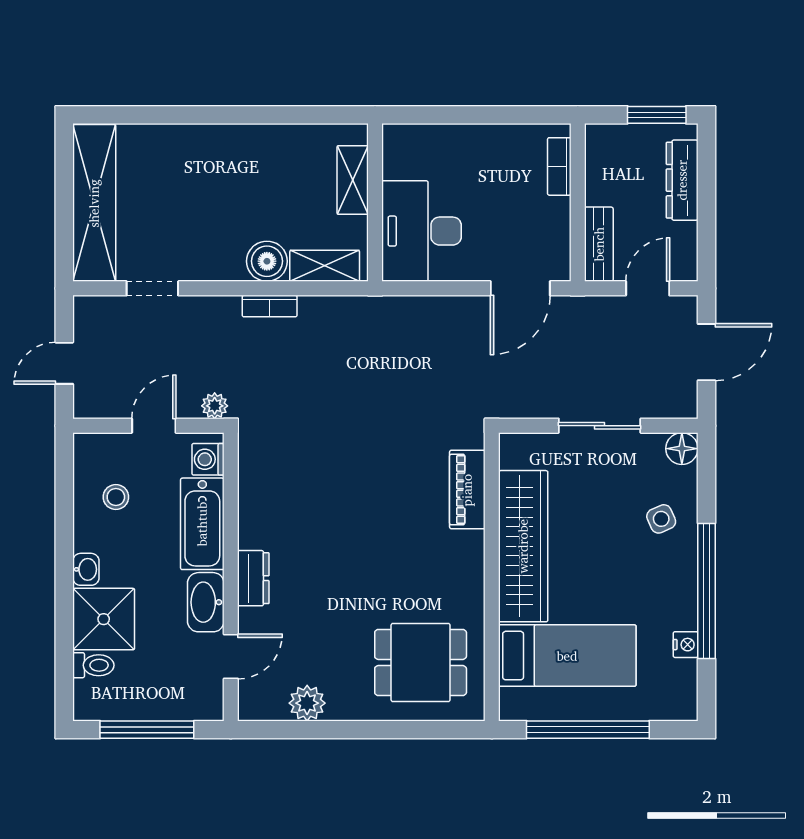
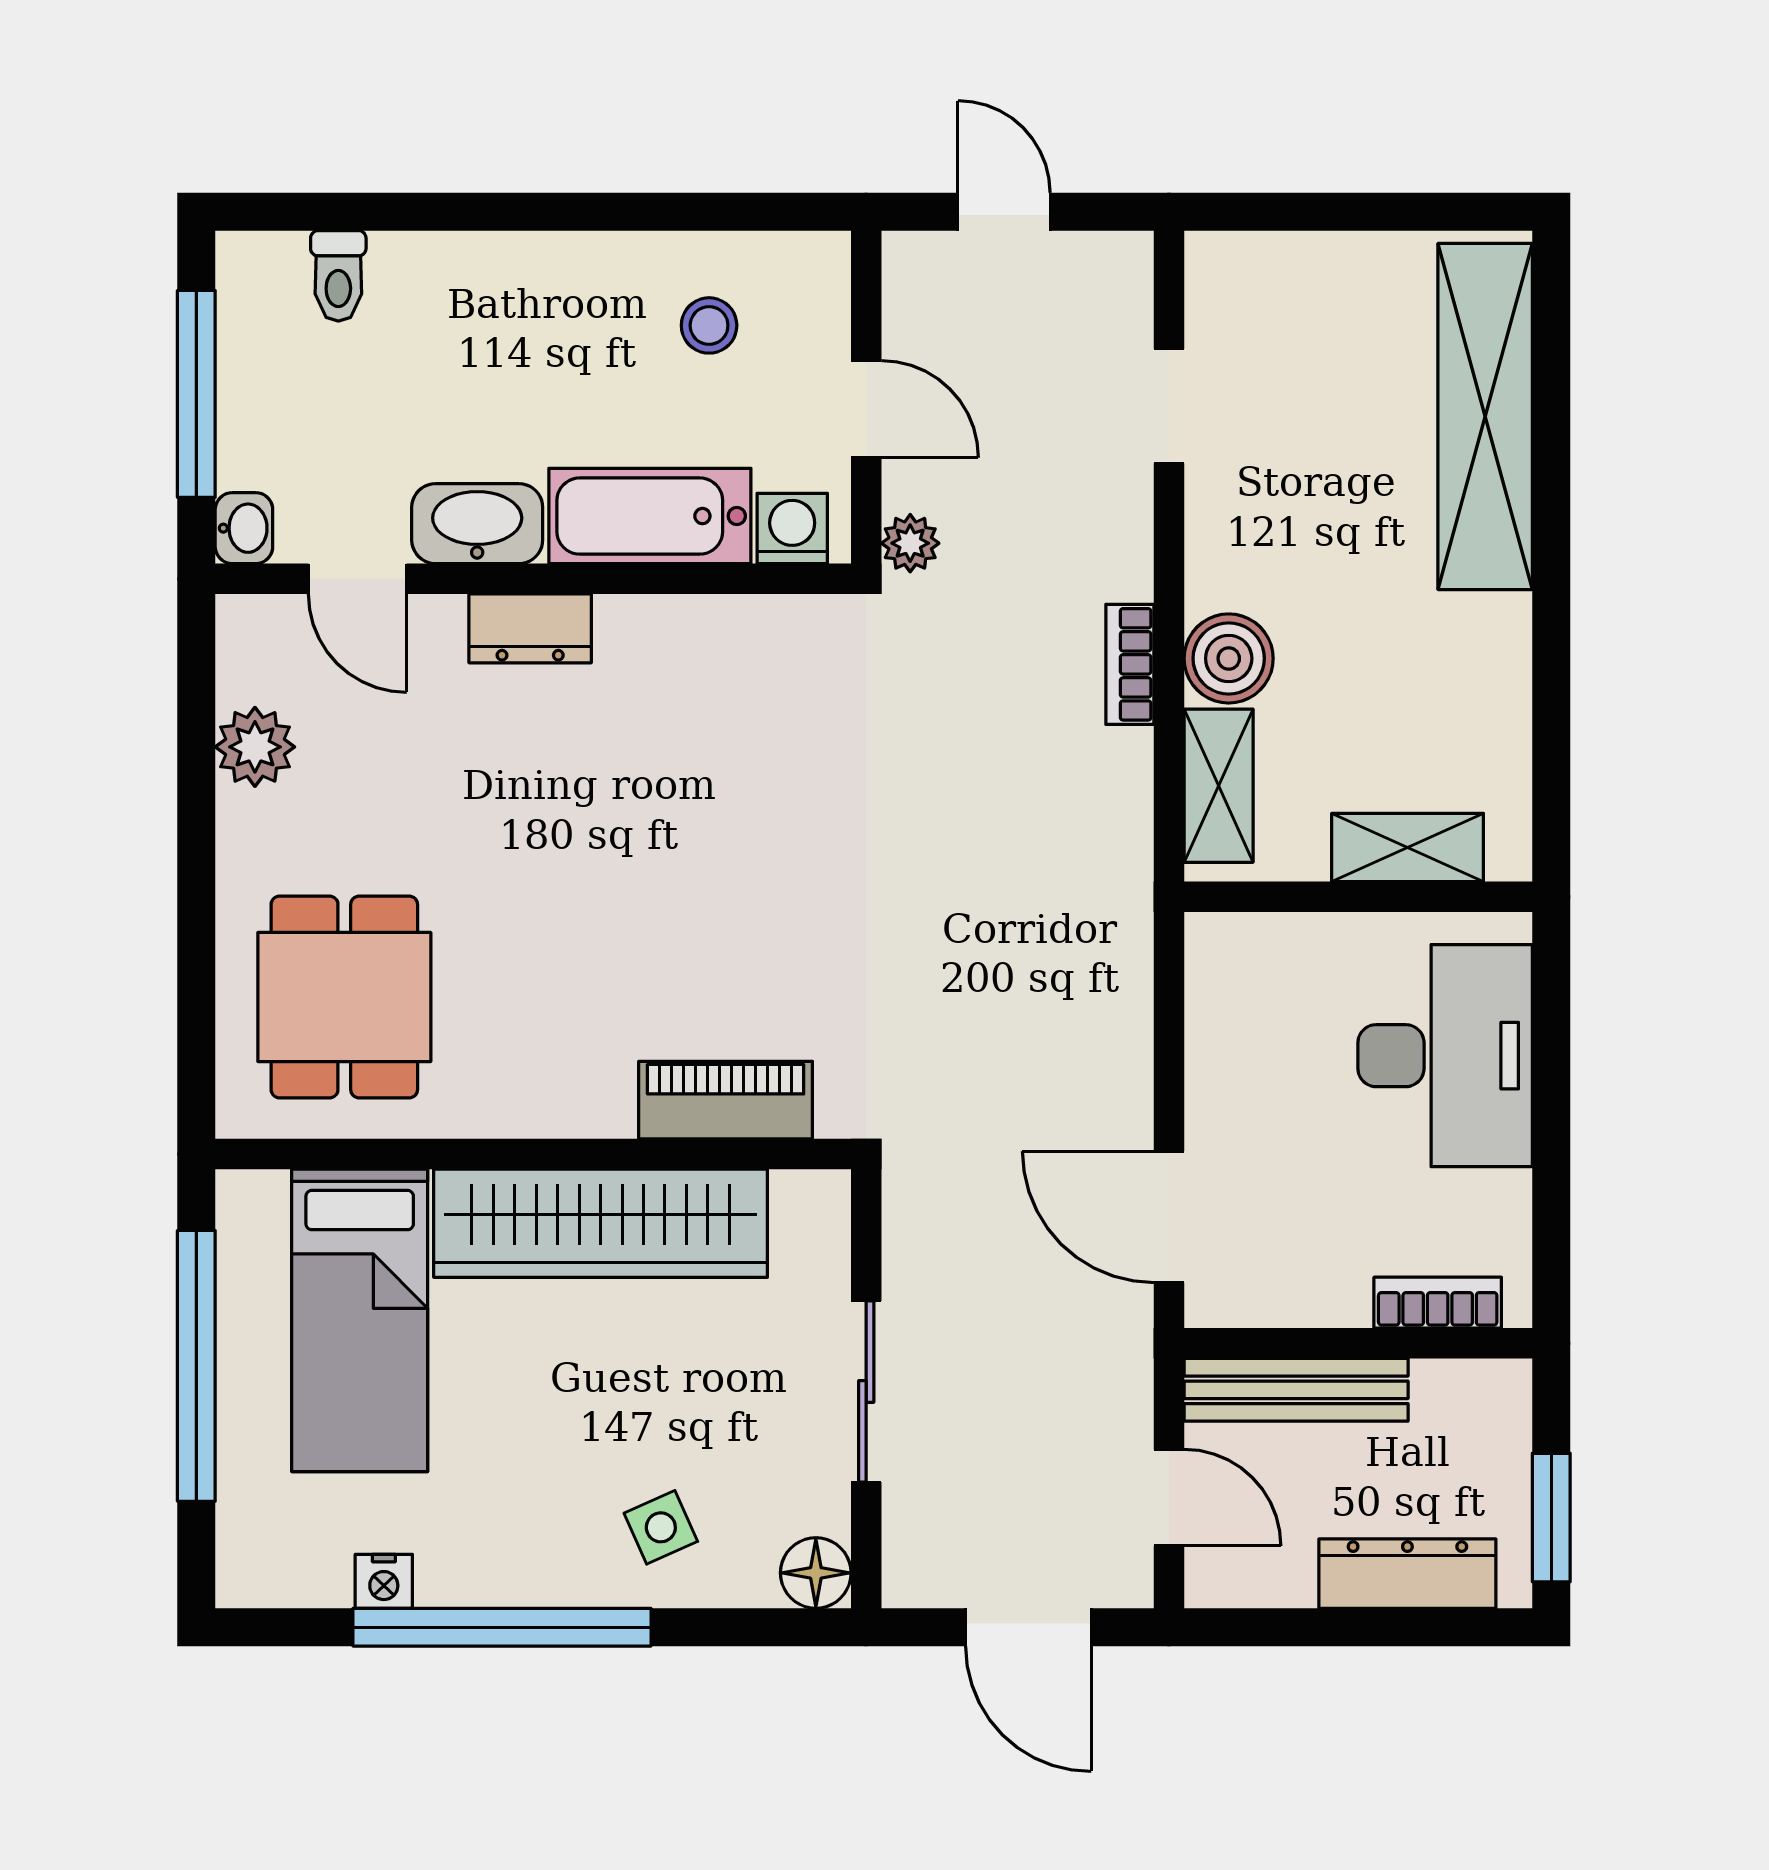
shelving: (94, 203) -> (1485, 417), moved, turned 90
desk: (422, 231) -> (1445, 1056), moved, turned 90
bench: (599, 244) -> (1296, 1390), width x1.36
washbasin: (86, 569) -> (244, 528), moved, turned -90
shower: (104, 619) -> (440, 299), removed

